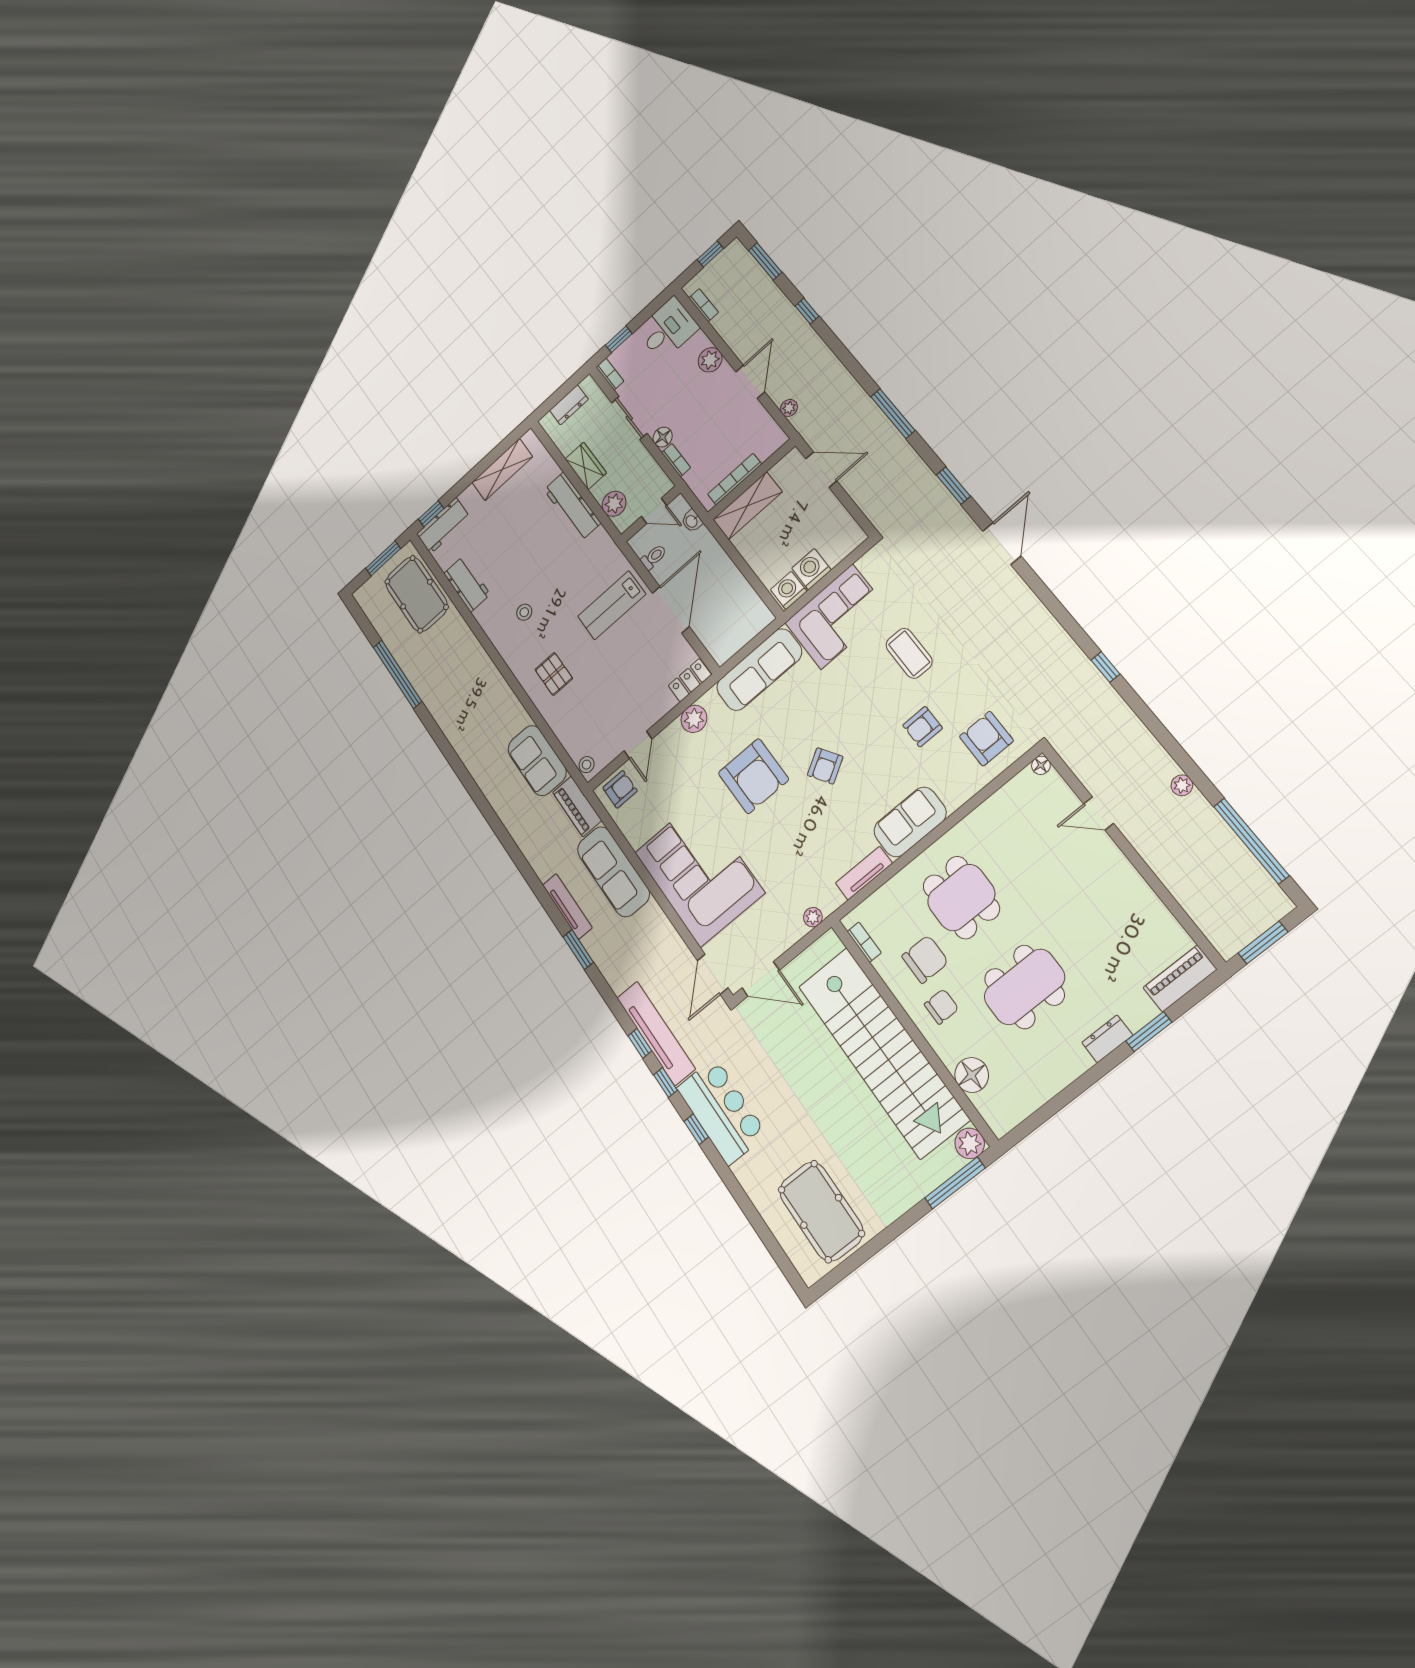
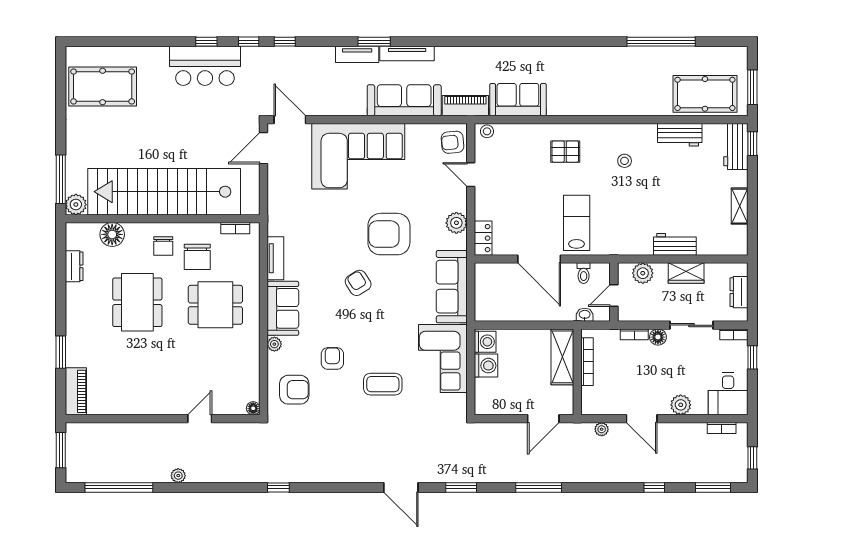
shelving: (502, 470) -> (740, 206), width x0.67, depth x0.75
workbench: (572, 506) -> (675, 244), width x0.73
armchair: (620, 789) -> (452, 142), turned 84
plant: (813, 917) -> (274, 344), moved
tv unit: (656, 1033) -> (357, 54), moved, width x0.52, depth x0.78
dresser: (1107, 1039) -> (74, 266), moved

